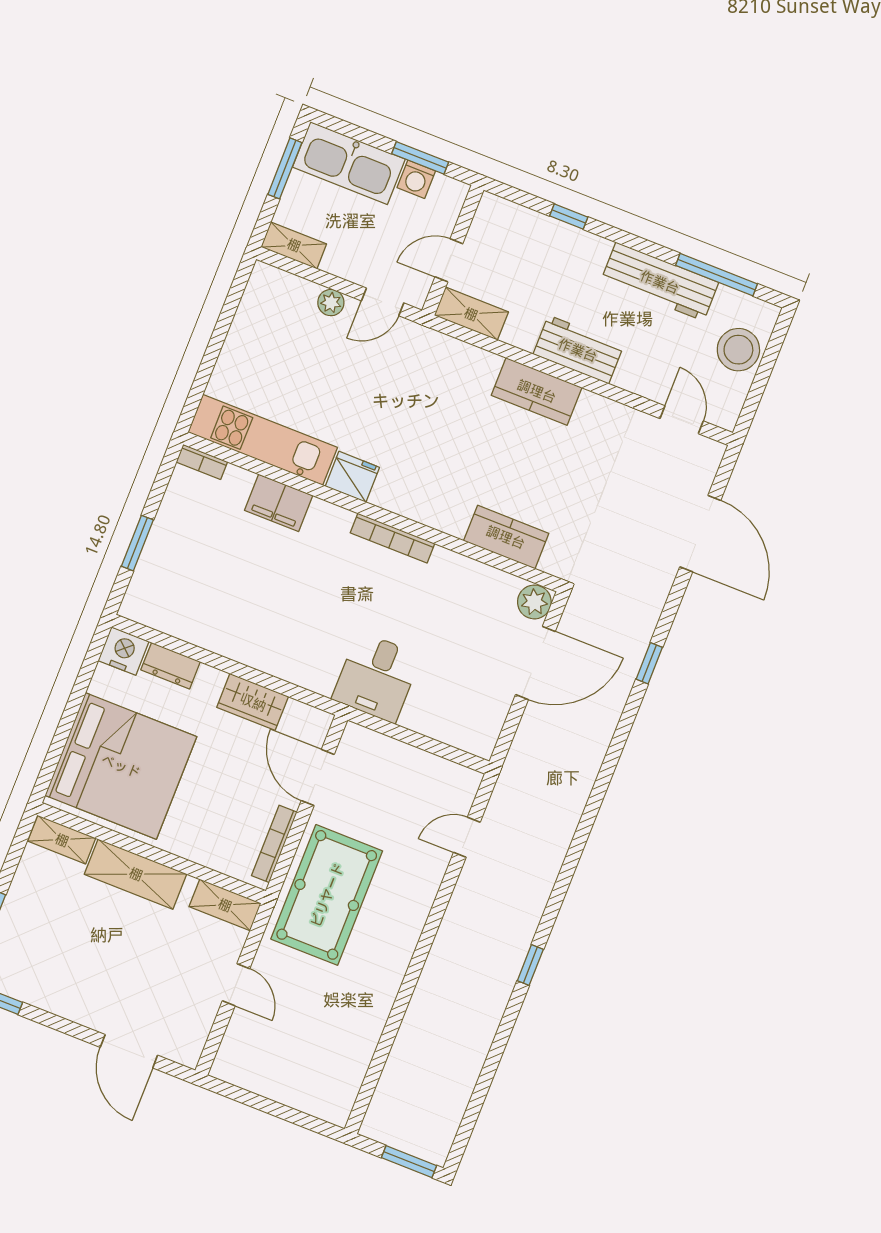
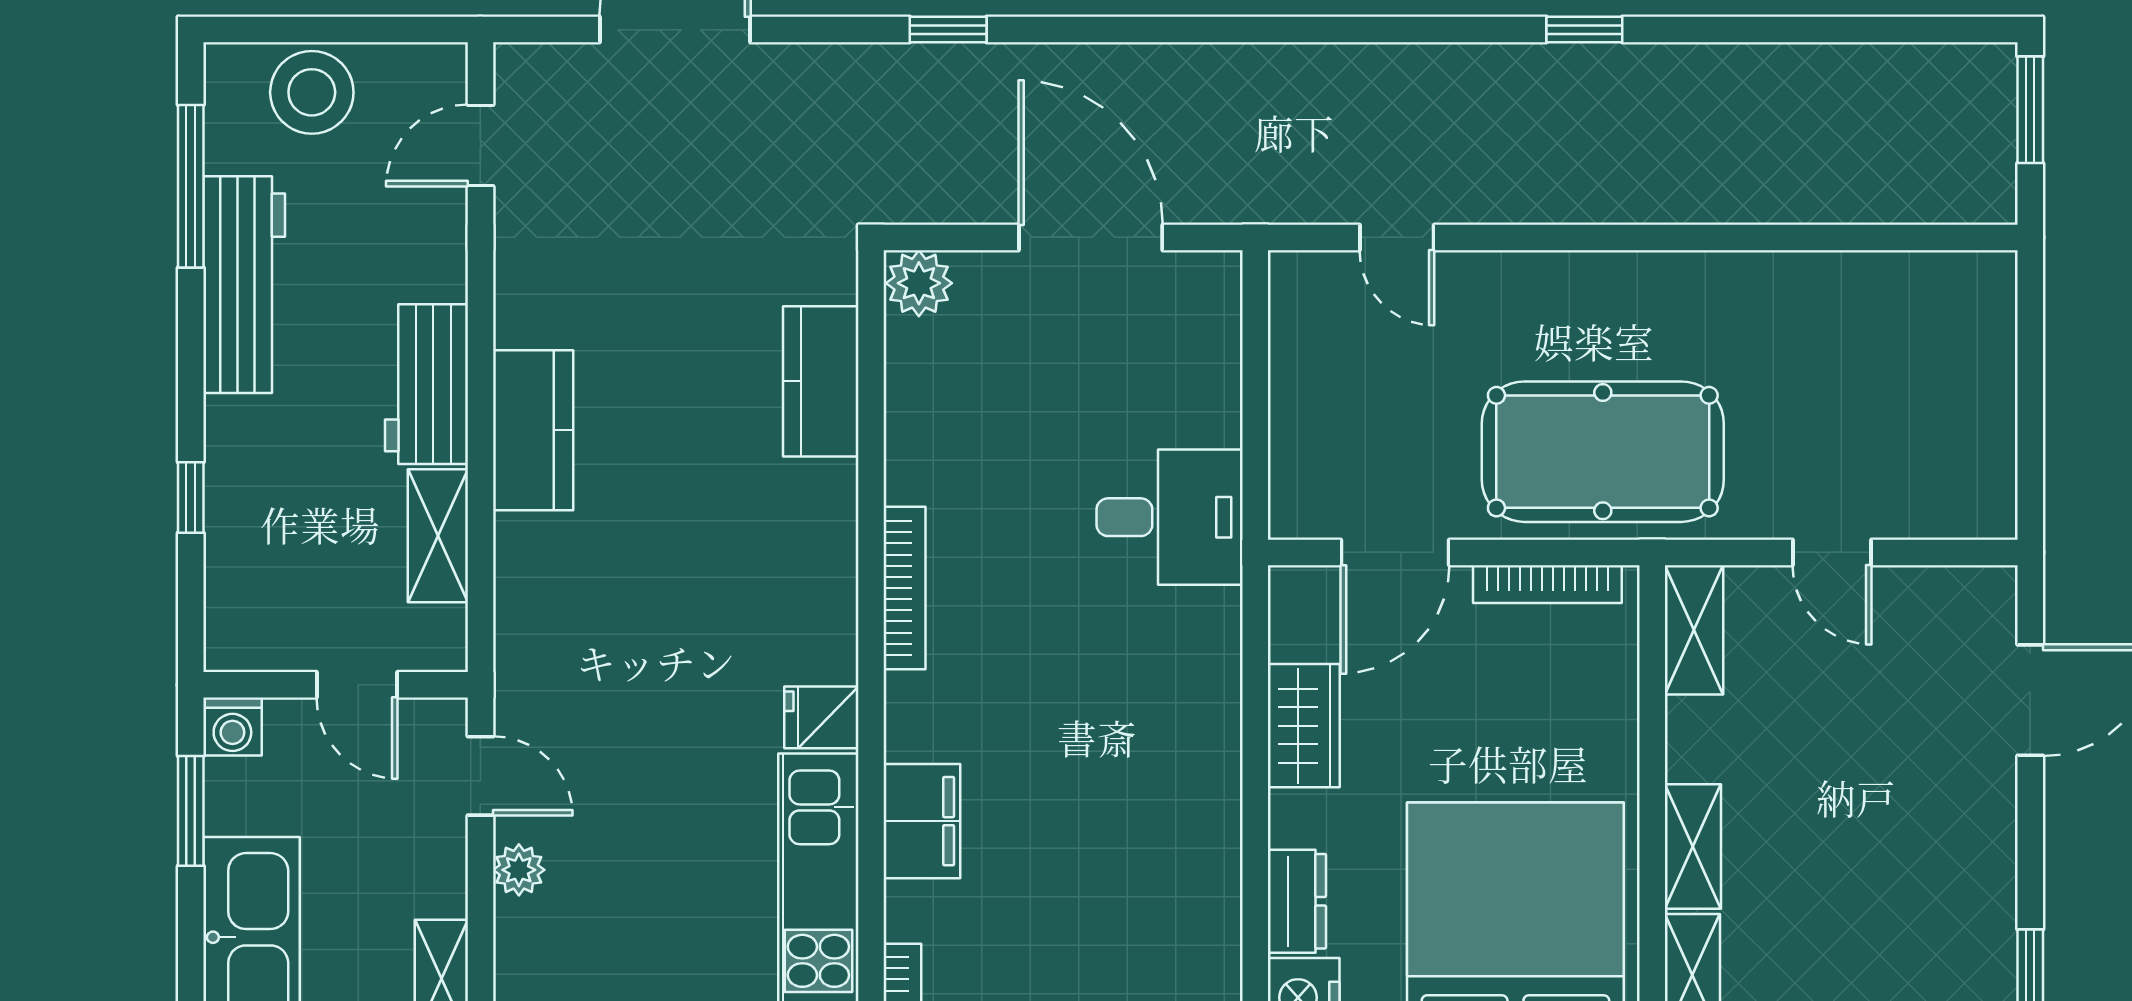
washing machine: (416, 179) -> (232, 727), moved, turned 90
shelving: (471, 314) -> (438, 536), moved
fridge: (352, 477) -> (821, 717), width x0.72
door: (535, 663) -> (1091, 237), moved
shelving: (136, 874) -> (1693, 847), width x0.67, depth x0.75
door: (236, 985) -> (1832, 552), swing flipped

